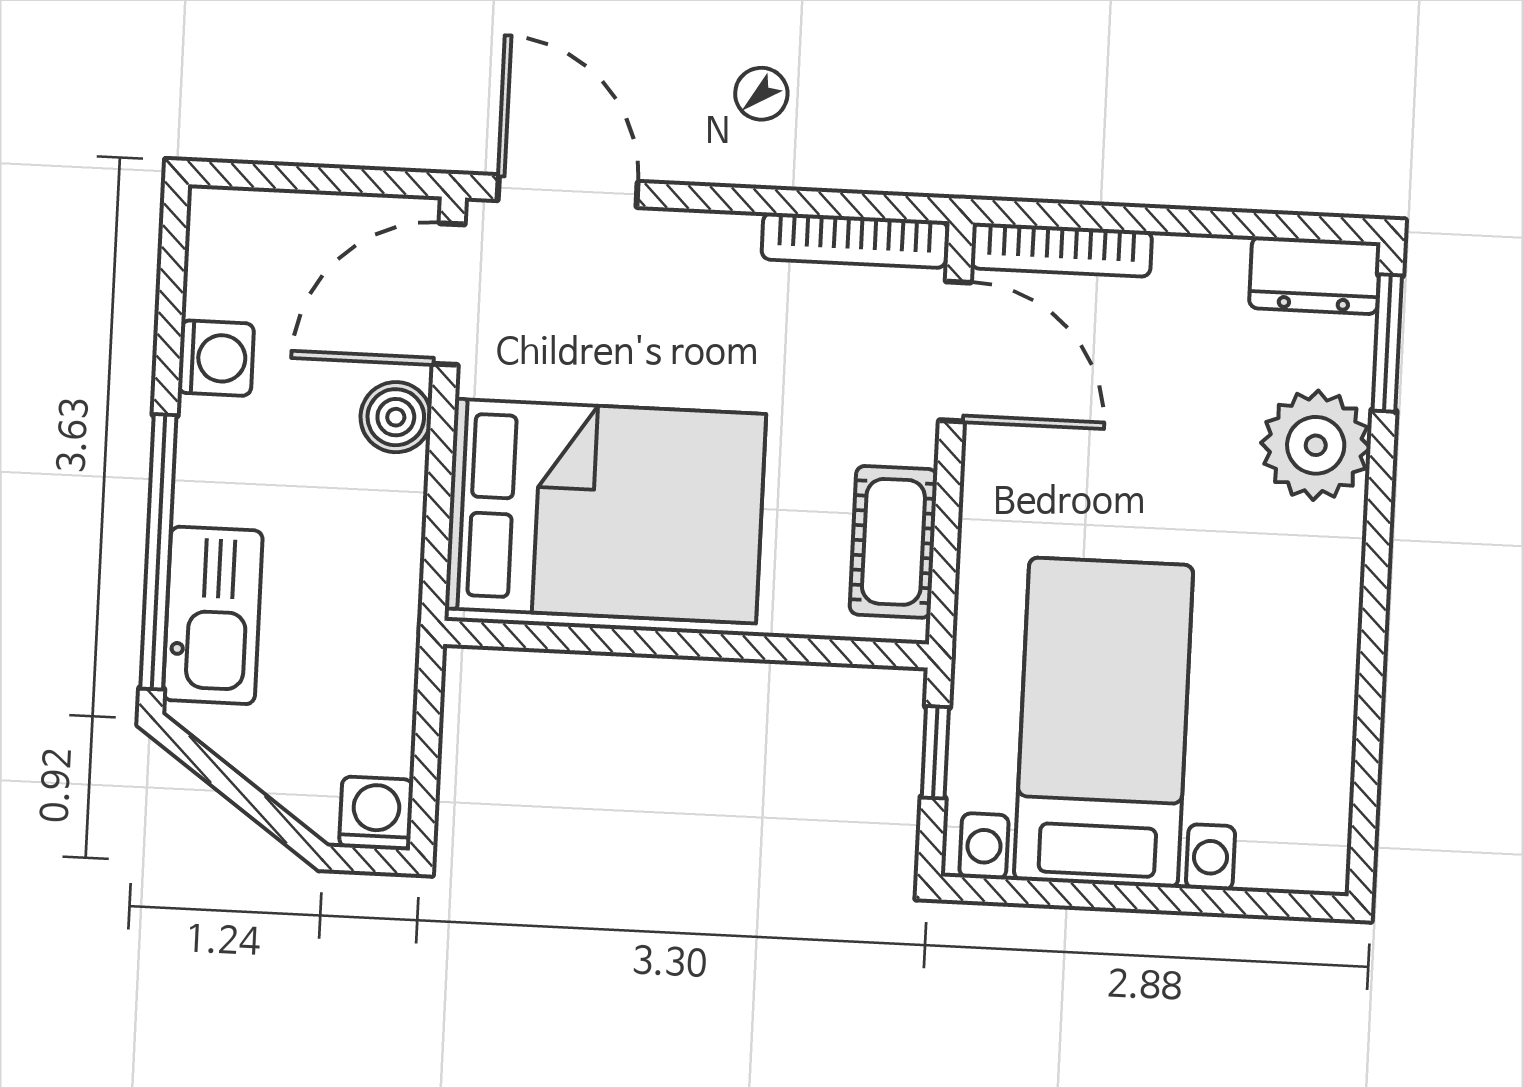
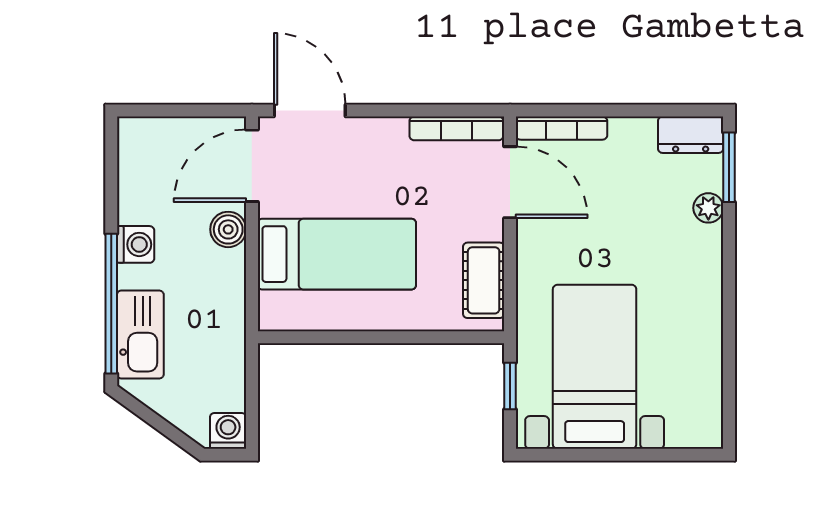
washing machine: (216, 358) -> (136, 244), moved
plant: (1316, 445) -> (708, 208), width x0.53, depth x0.53
bed: (605, 511) -> (337, 254), width x0.67

